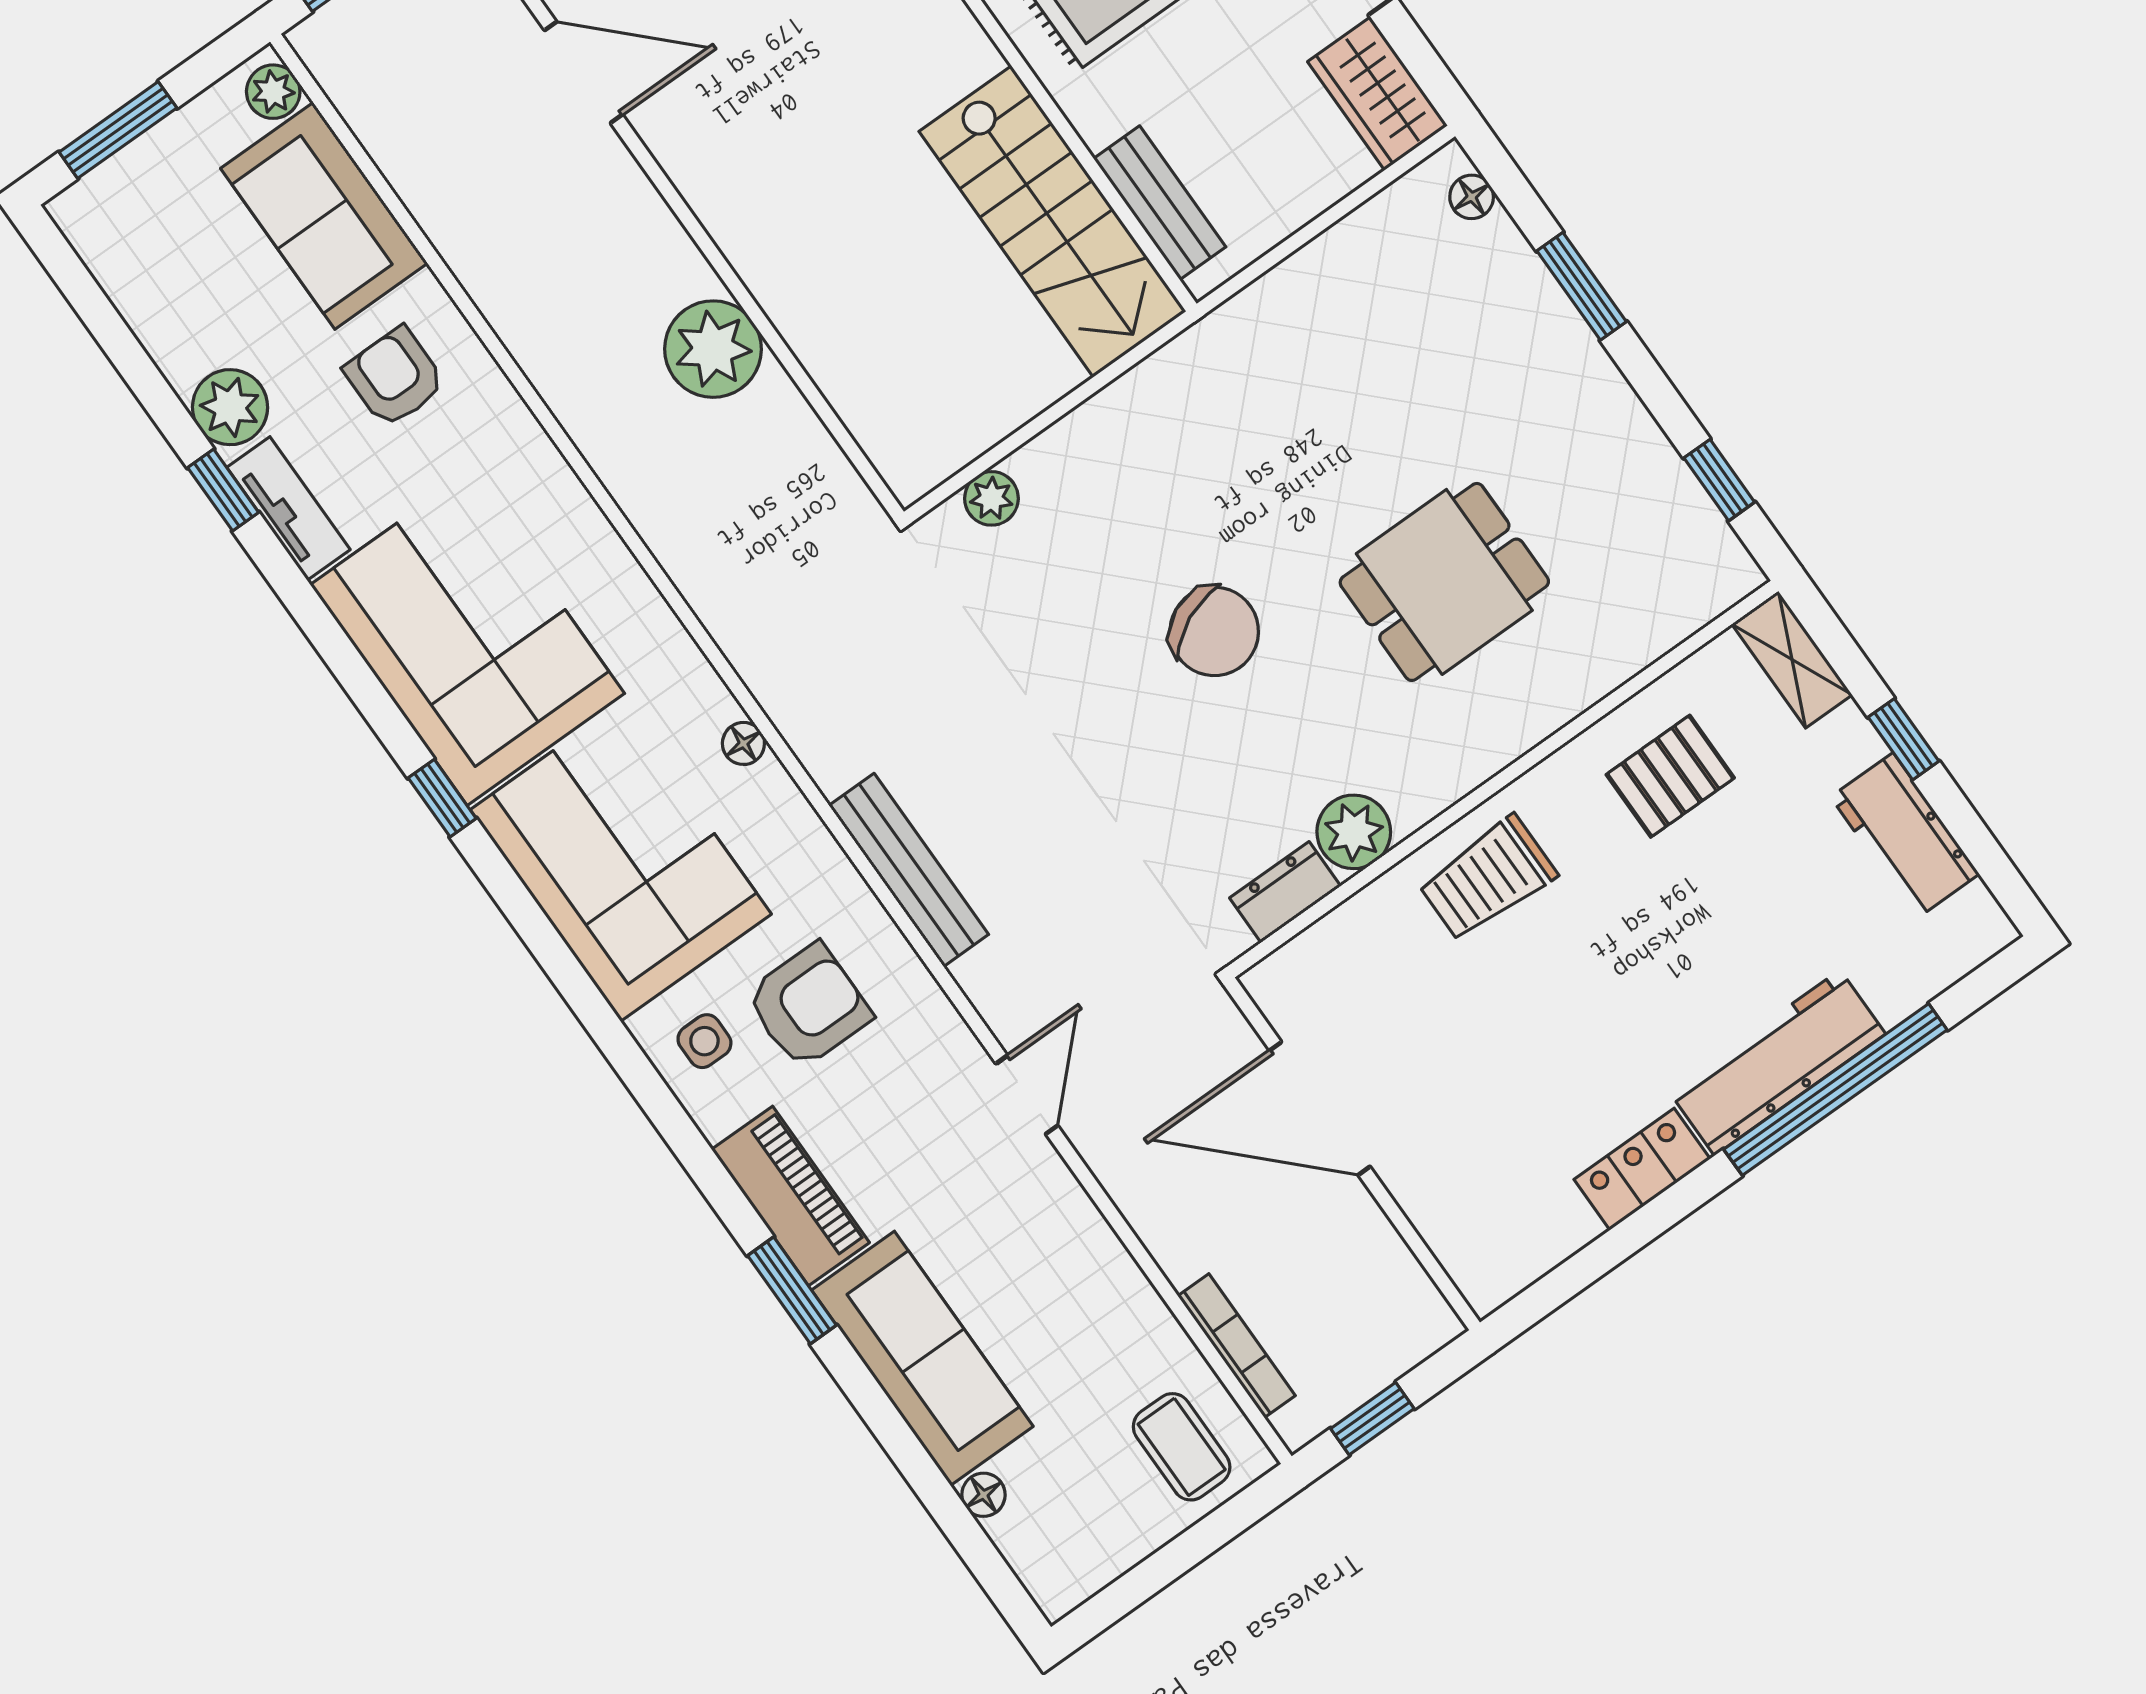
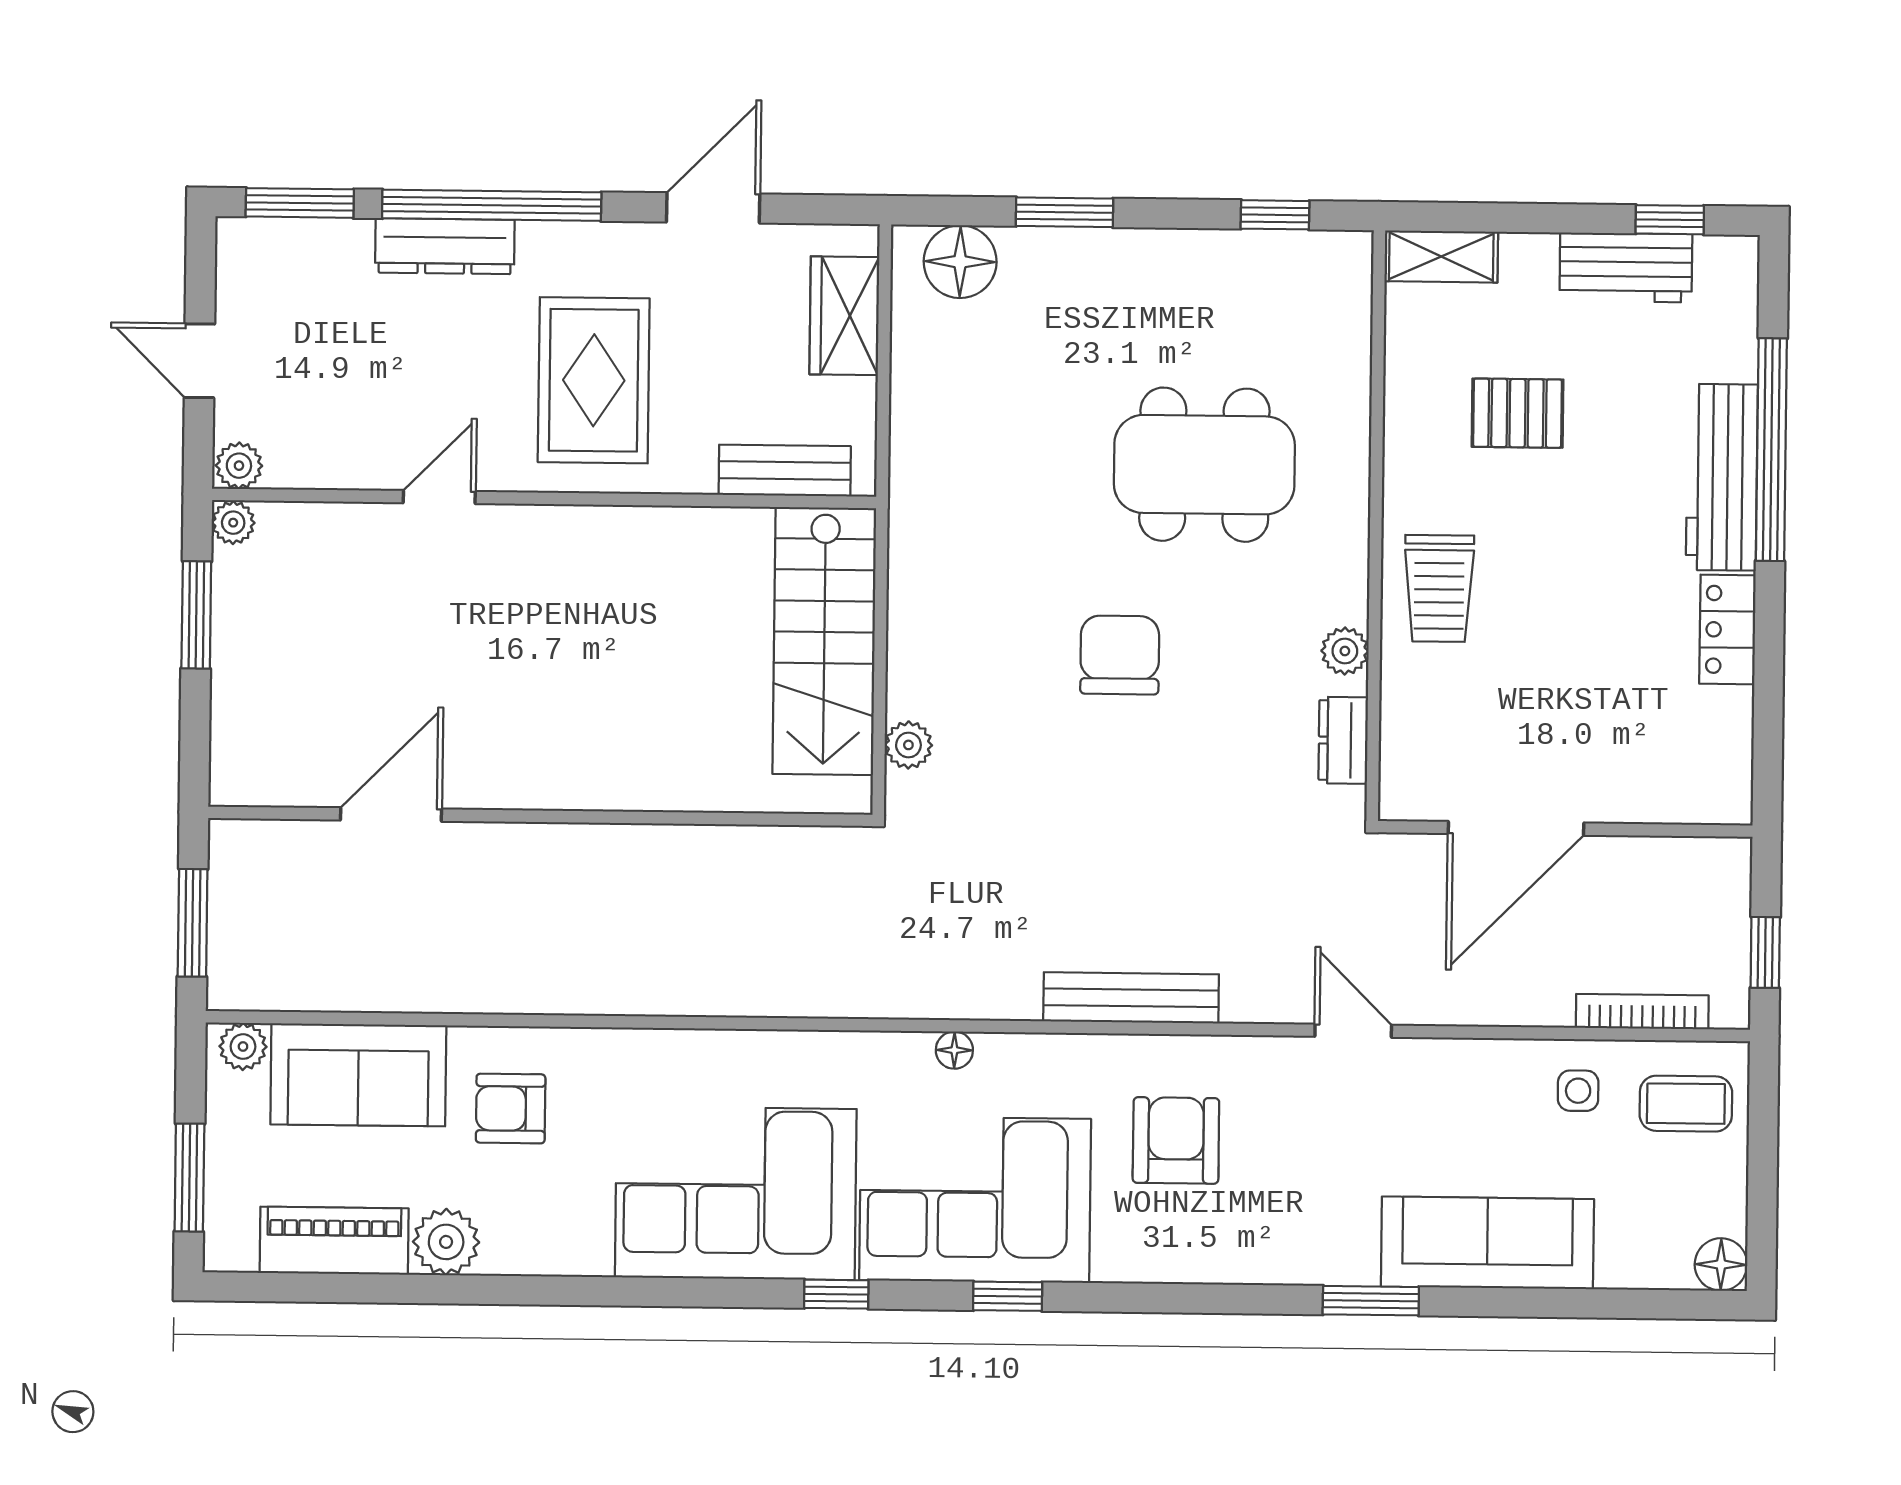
wardrobe: (1378, 94) -> (844, 316), moved, turned 90
floor lamp: (1472, 197) -> (960, 262), width x1.89, depth x1.89
stairs: (1053, 221) -> (824, 641), moved, turned 90
plant: (713, 349) -> (656, 866), removed
window: (223, 490) -> (1008, 1296), moved
tv unit: (289, 509) -> (549, 1253), removed
dining table: (1444, 582) -> (1204, 465), width x1.38
chair: (1214, 631) -> (1120, 655), turned -65
window: (1903, 739) -> (1670, 220), moved
pallet: (1670, 776) -> (1517, 413), moved, turned 90
plant: (1354, 832) -> (1345, 651), width x0.73, depth x0.73
side table: (704, 1041) -> (1578, 1091), moved
piano: (790, 1196) -> (334, 1241), moved
floor lamp: (983, 1495) -> (1721, 1264), moved, width x1.37, depth x1.37

